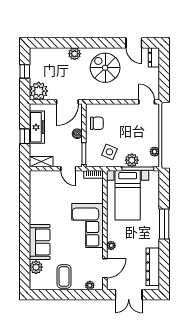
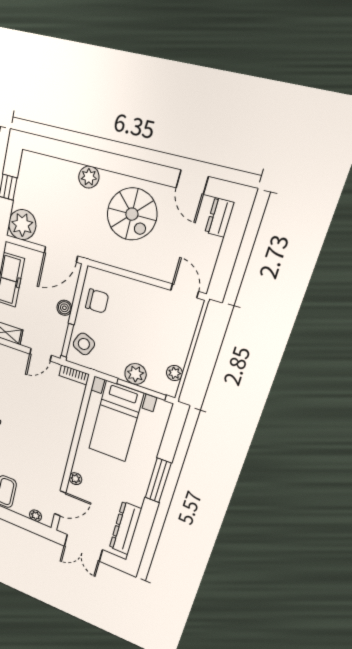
spiral stairs: (105, 68) -> (132, 214), turned 180
side table: (109, 152) -> (84, 344), moved
door: (68, 169) -> (41, 355), hinge flipped
corner sofa: (88, 226) -> (50, 441), removed

